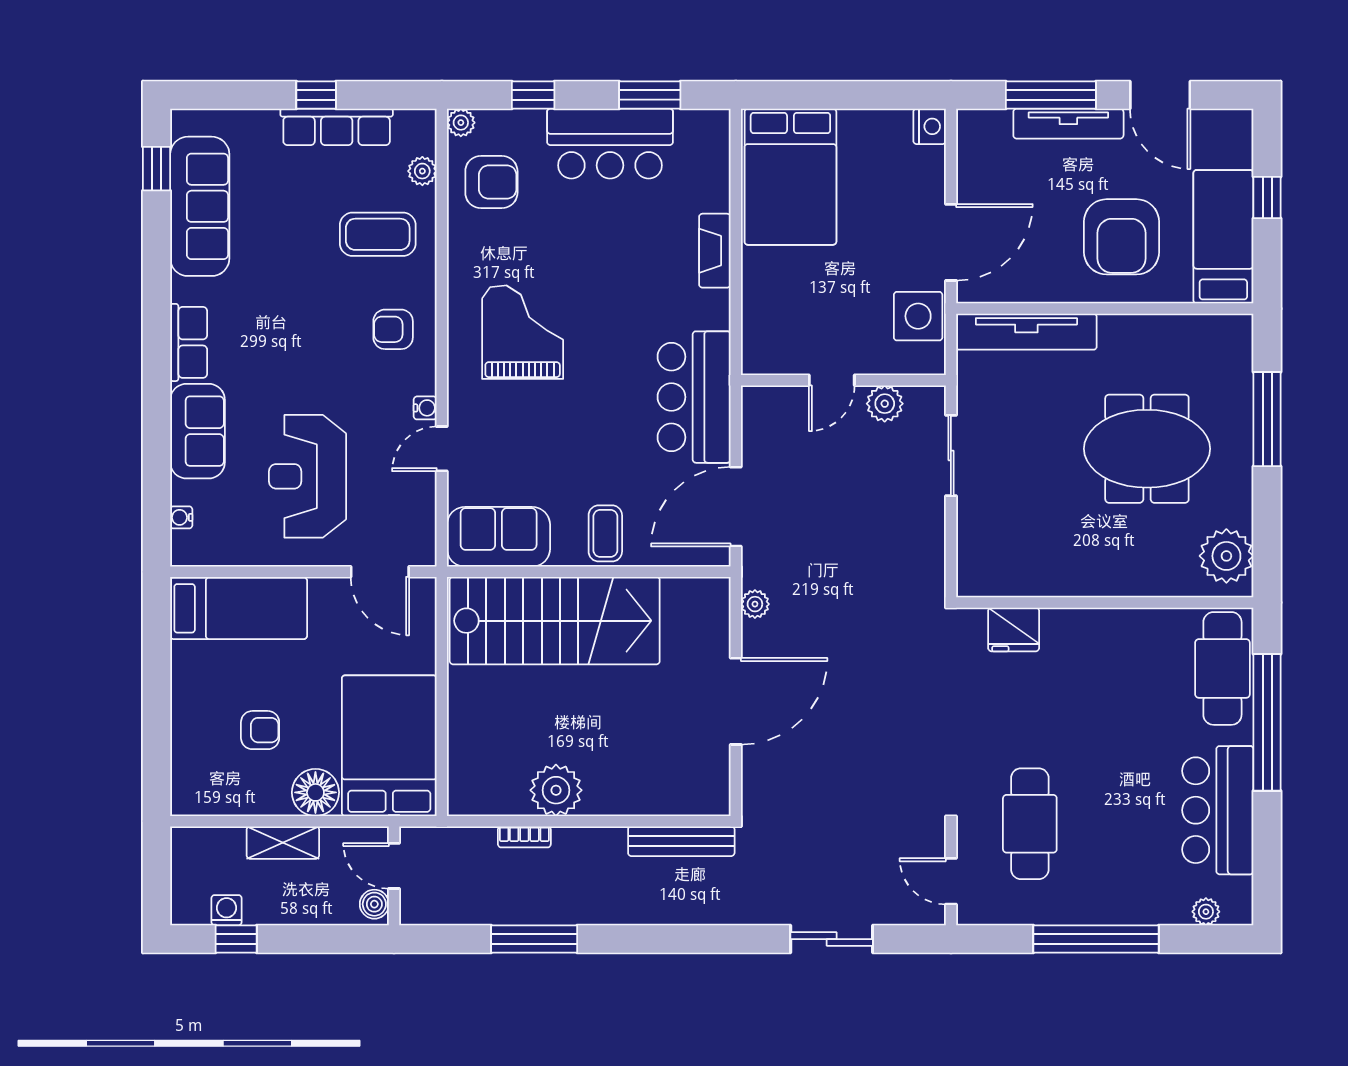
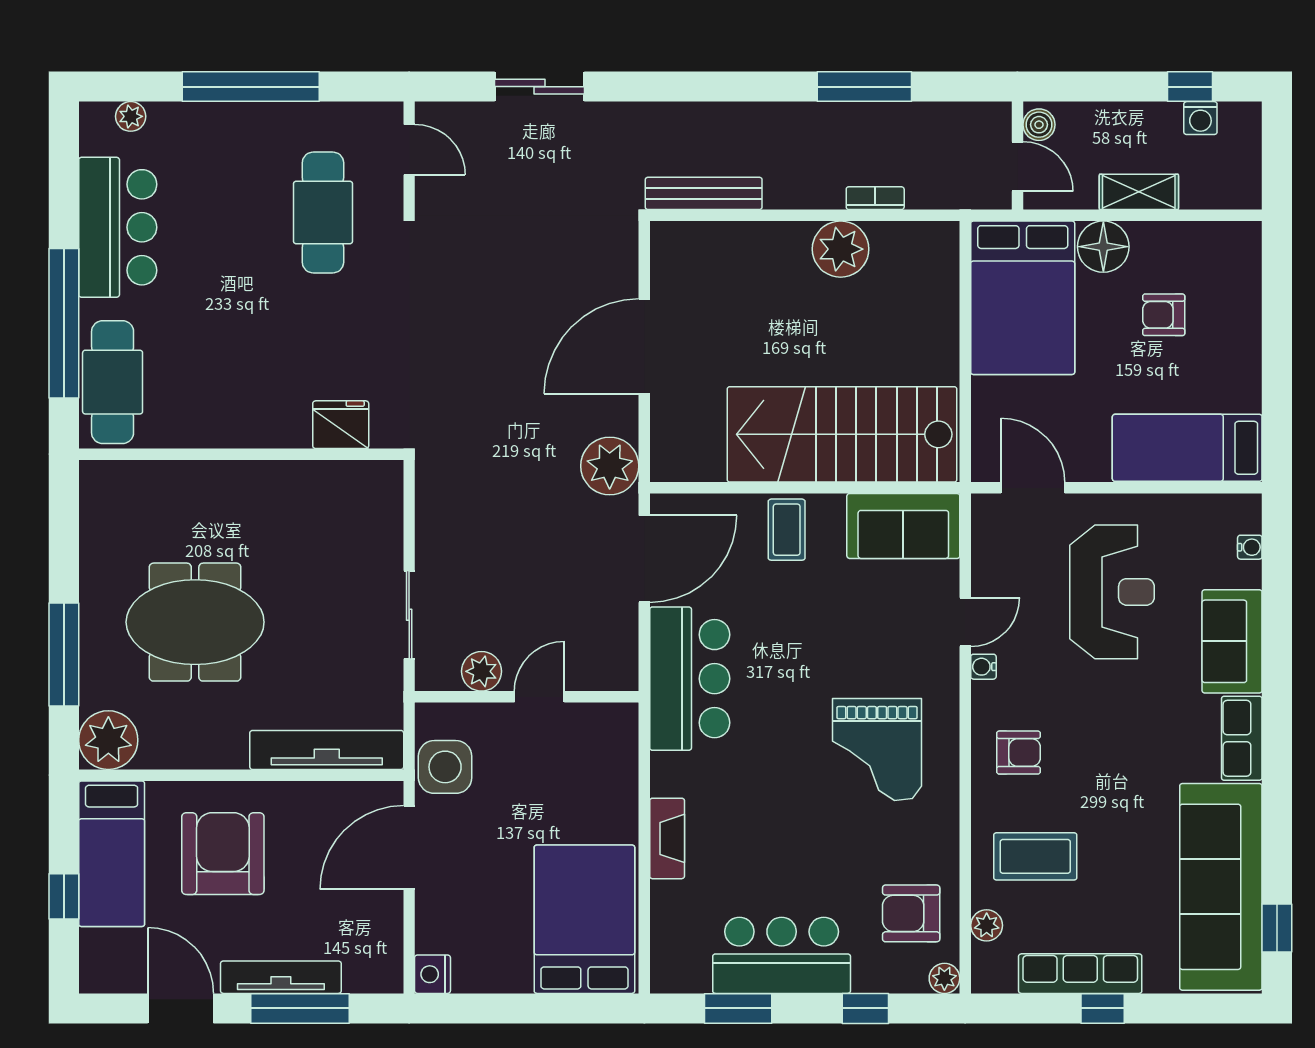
sofa: (200, 206) -> (1221, 887), width x1.36, depth x1.27
plant: (1226, 556) -> (108, 740), moved
plant: (755, 604) -> (610, 466), width x1.87, depth x1.87

